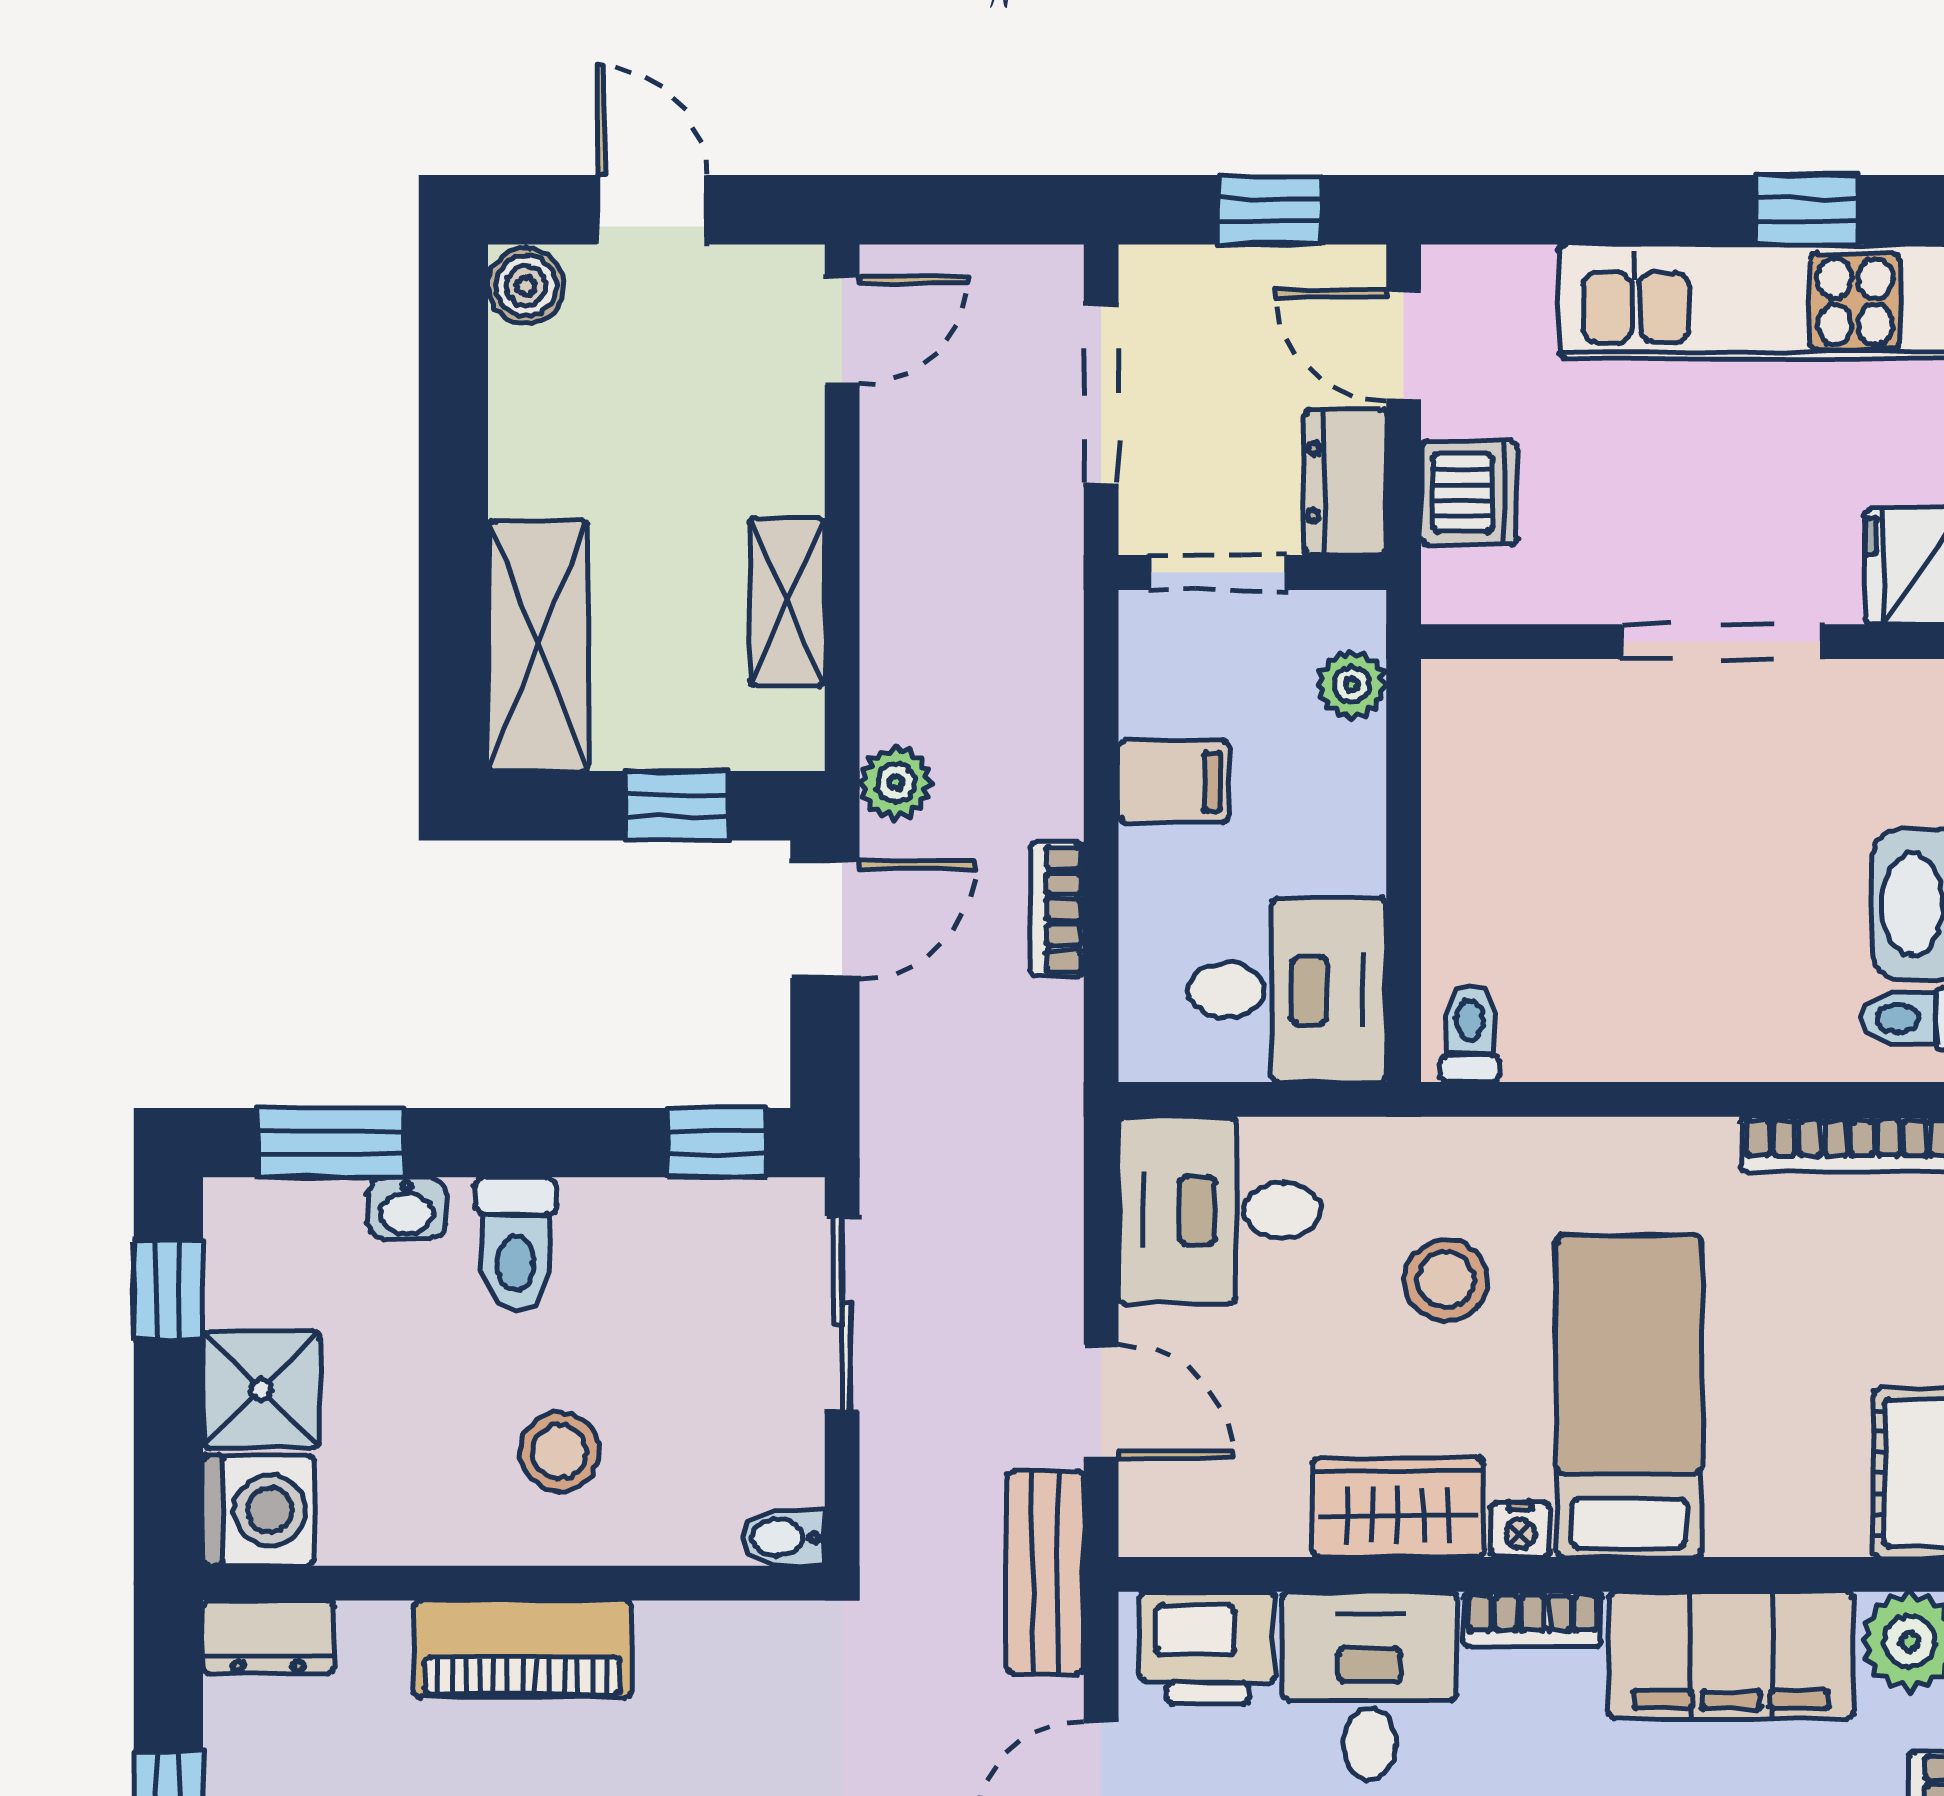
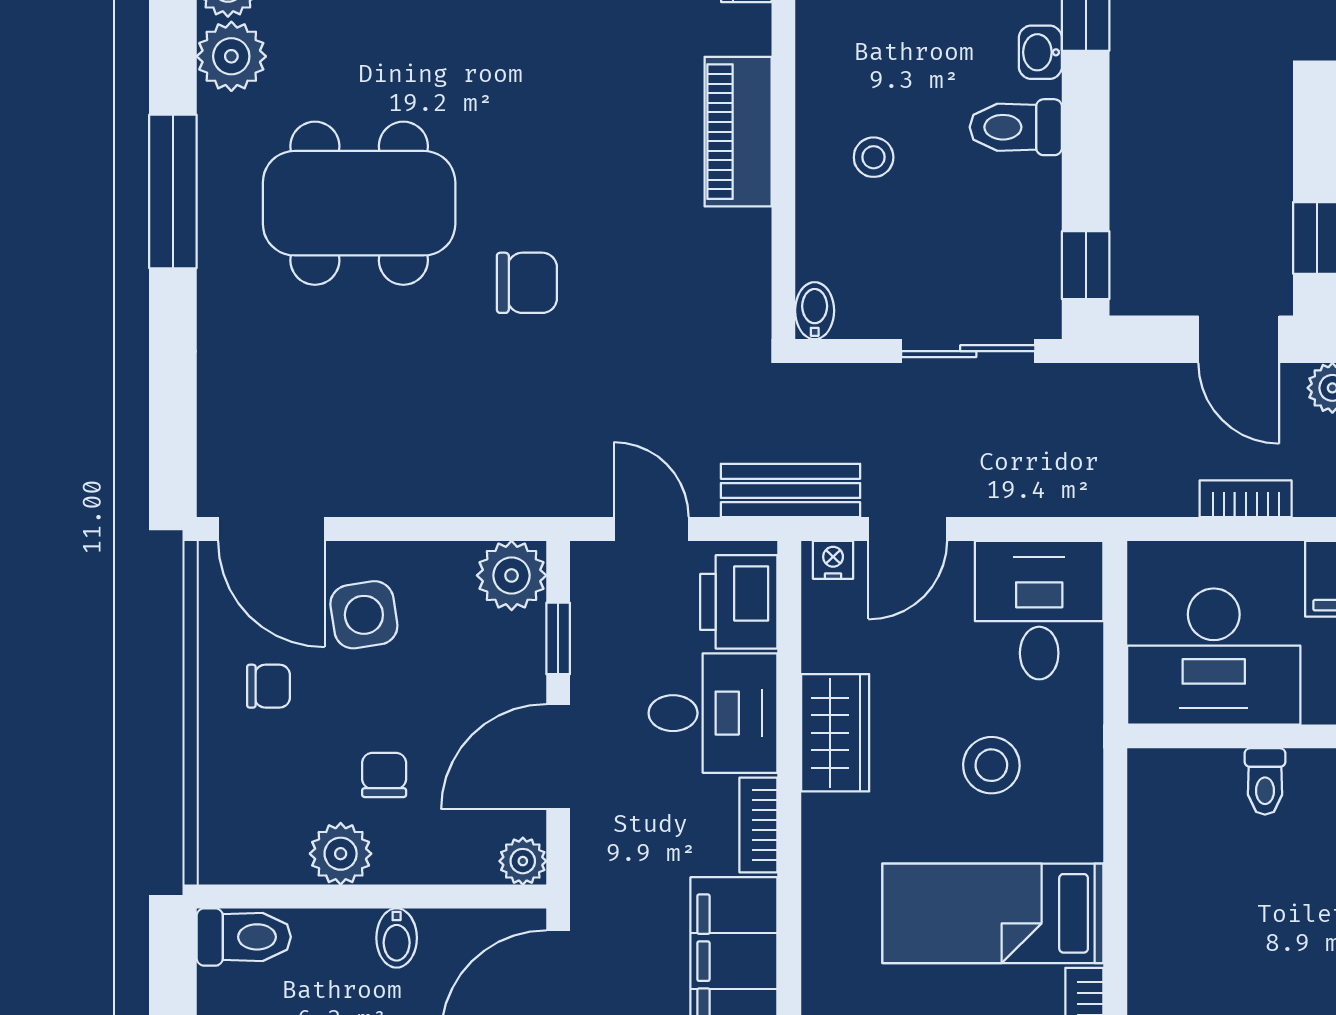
desk: (1287, 990) -> (1214, 656), width x1.37
toilet: (1470, 1034) -> (1265, 781), moved, turned 90
bed: (1629, 1396) -> (993, 913), moved, turned 180
stool: (560, 1452) -> (874, 157), width x0.73, depth x0.73
nightstand: (1520, 1529) -> (833, 560), moved, turned 90

